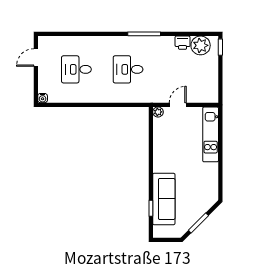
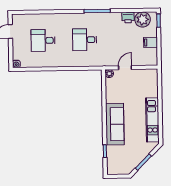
filing cabinet: (210, 74) -> (150, 42), added
kitchen unit: (211, 134) -> (152, 120), moved
sofa: (164, 199) -> (115, 124), moved

